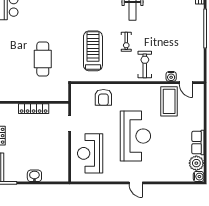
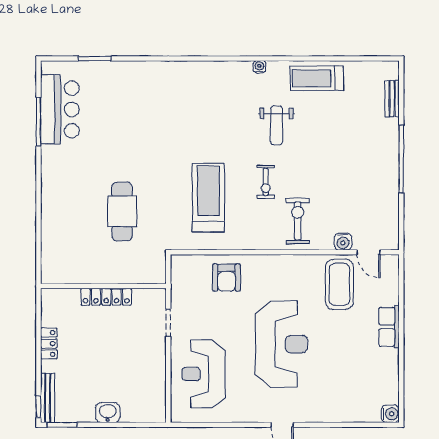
row of seats: (198, 143) -> (389, 327), moved
plant: (196, 163) -> (386, 391), removed

